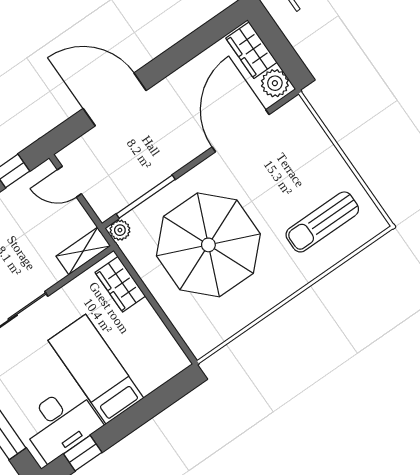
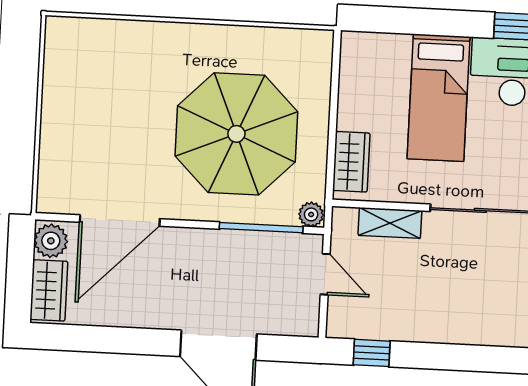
door: (69, 182) -> (325, 274), moved
sun lounger: (322, 222) -> (109, 71), removed
shelving: (83, 251) -> (390, 223), moved

